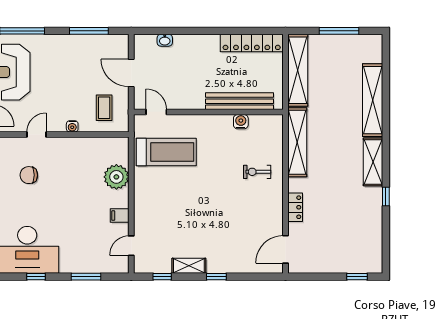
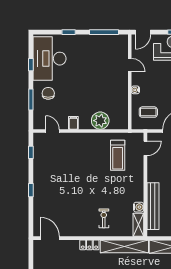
treadmill: (166, 152) -> (118, 155), width x0.73, depth x0.73
chair: (29, 175) -> (48, 93), moved
locker: (295, 207) -> (89, 245), moved
shelving: (189, 266) -> (138, 225), moved

